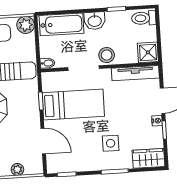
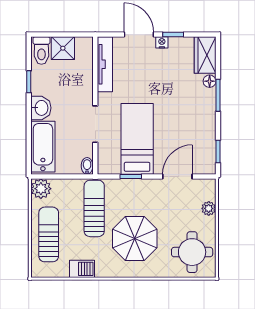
shower: (148, 52) -> (63, 48), moved
stool: (107, 55) -> (82, 96), removed
side table: (111, 143) -> (185, 98), removed
floor lamp: (126, 163) -> (210, 81), added

